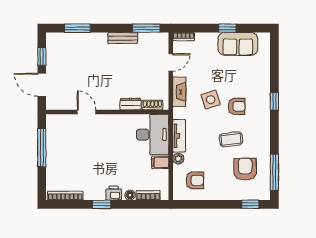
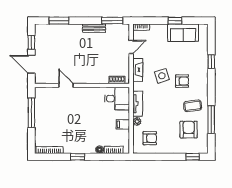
window: (274, 101) -> (211, 62), moved
dresser: (130, 104) -> (100, 79), removed
desk: (153, 135) -> (117, 99), width x0.73
coffee table: (231, 139) -> (193, 106), moved
window: (274, 172) -> (211, 120), moved
printer: (114, 193) -> (87, 148), removed

